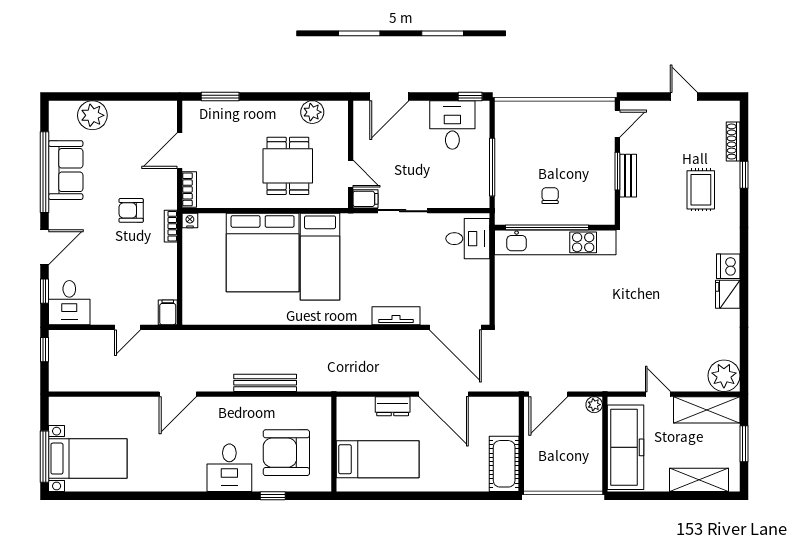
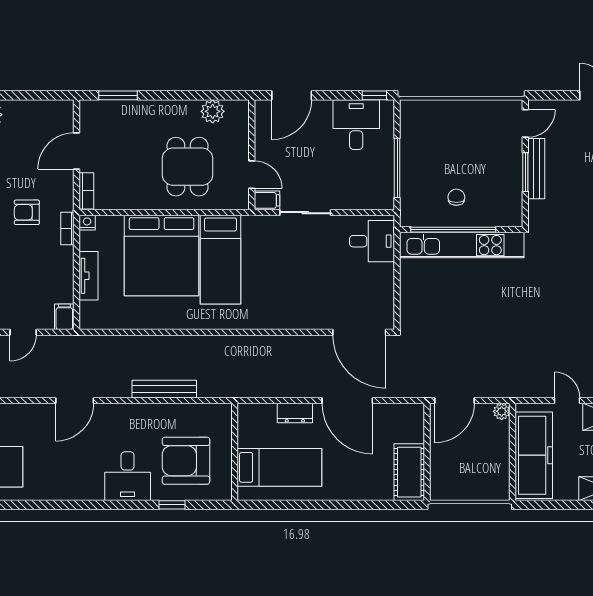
bench: (628, 176) -> (536, 169), width x1.36
tv unit: (396, 316) -> (88, 276), moved, turned 90

